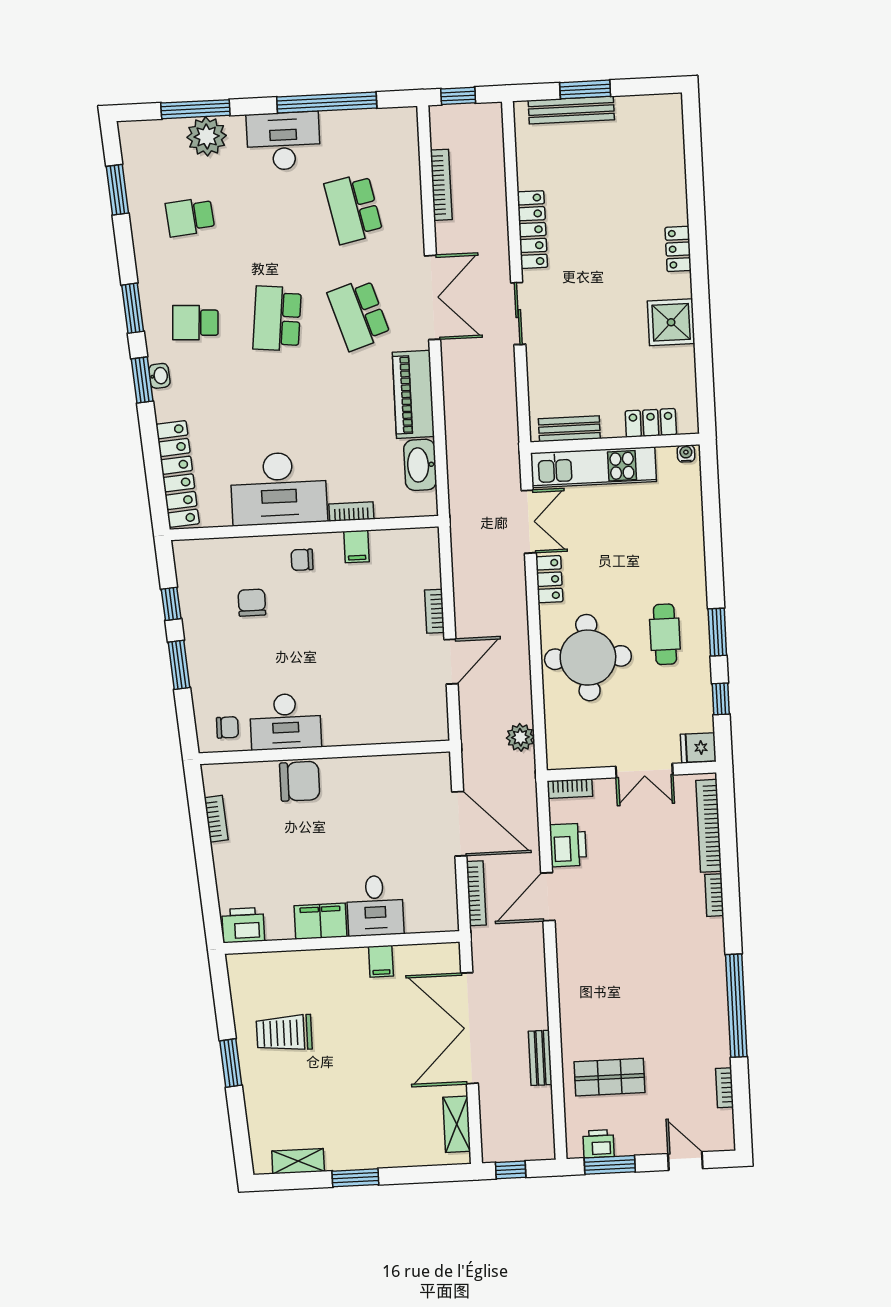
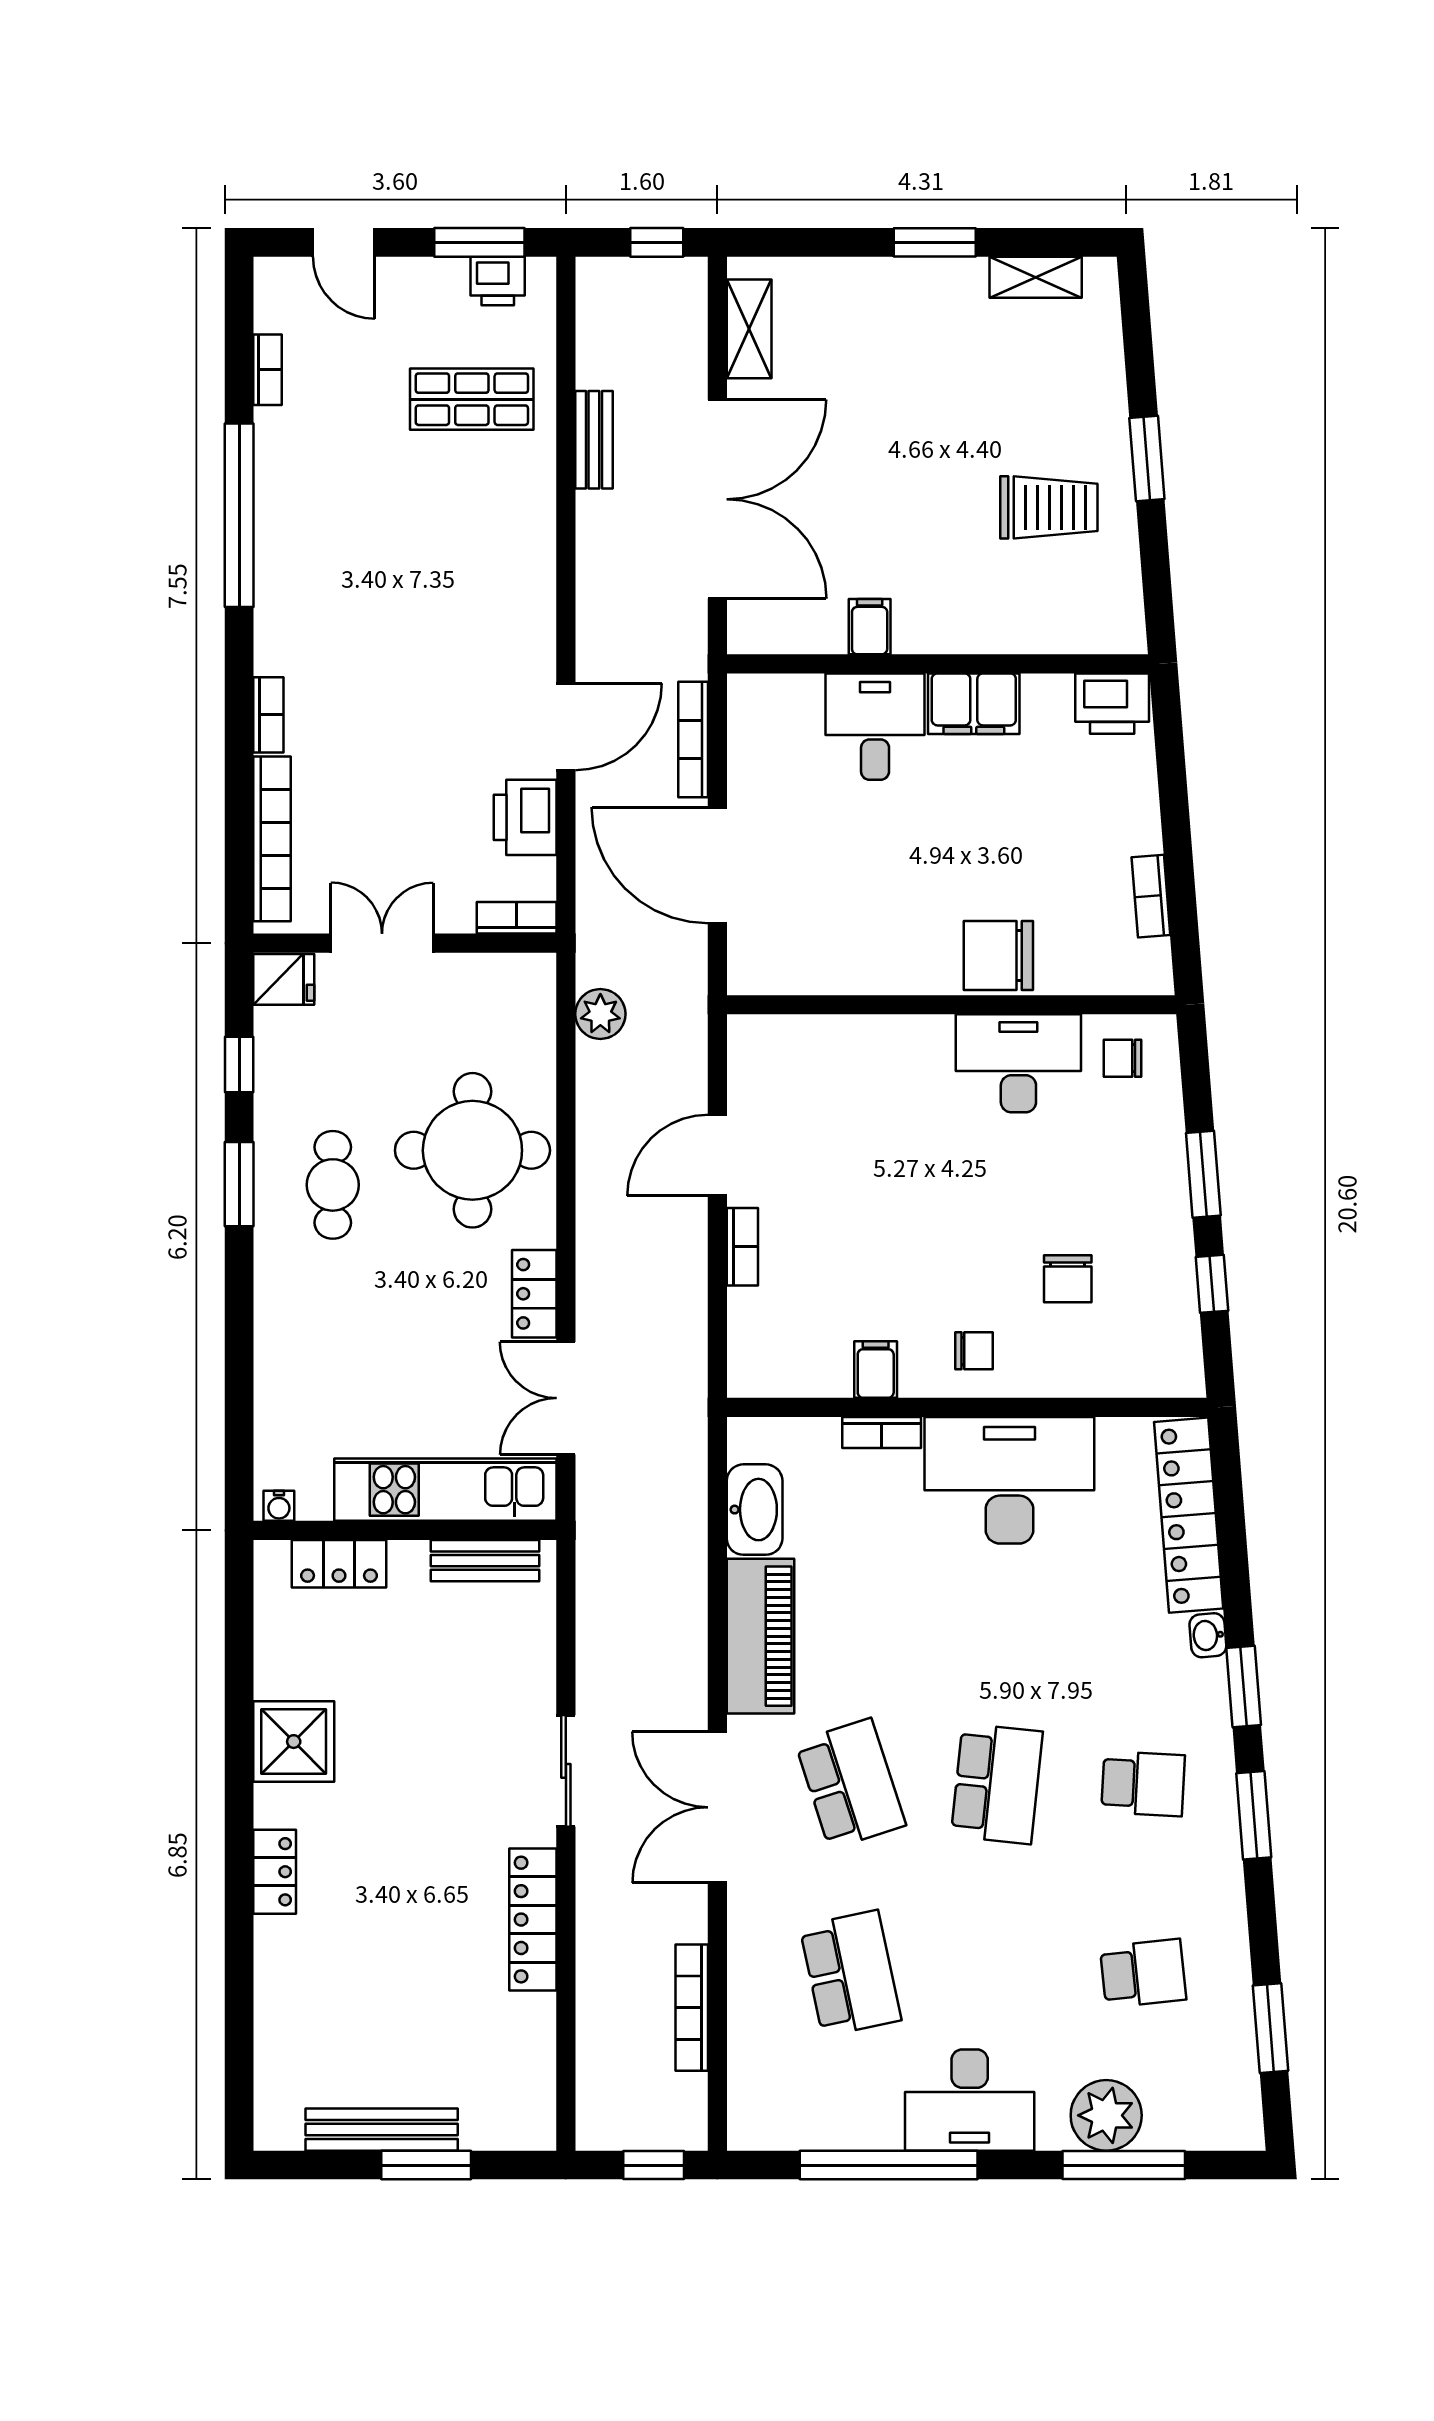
bench: (571, 110) -> (382, 2130), moved
washbasin: (159, 376) -> (1208, 1635), moved

